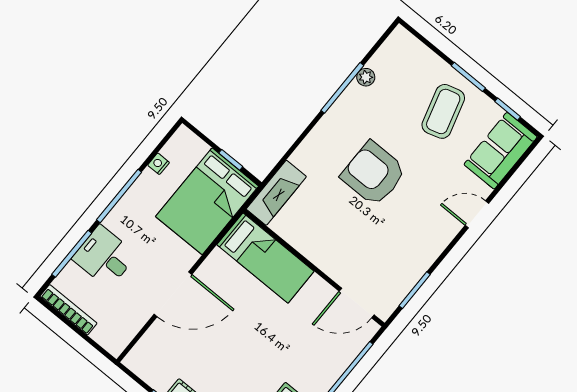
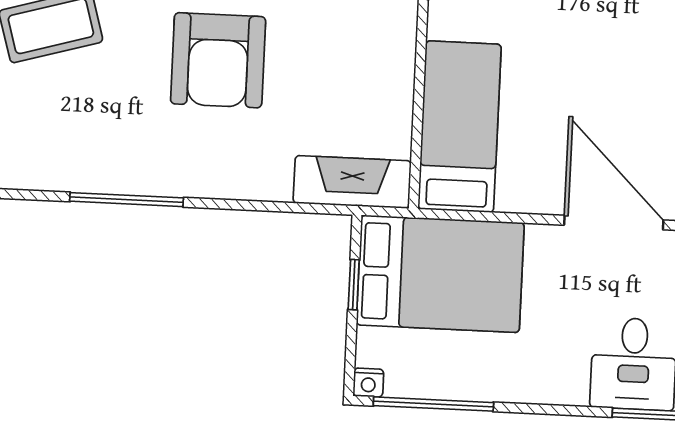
plant: (366, 77) -> (85, 177), removed
nightstand: (159, 164) -> (368, 383), moved
window: (119, 196) -> (433, 404), moved

